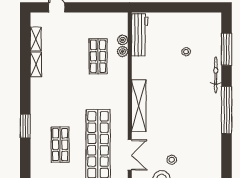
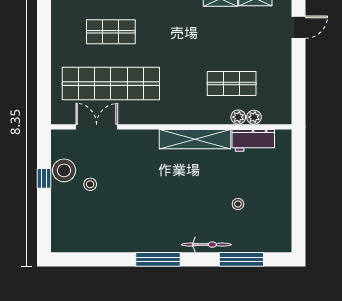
workbench: (140, 35) -> (253, 140), width x0.73
shelving: (139, 106) -> (195, 139), moved
window: (227, 110) -> (158, 259), width x0.68
double door: (130, 155) -> (97, 127), swing flipped

